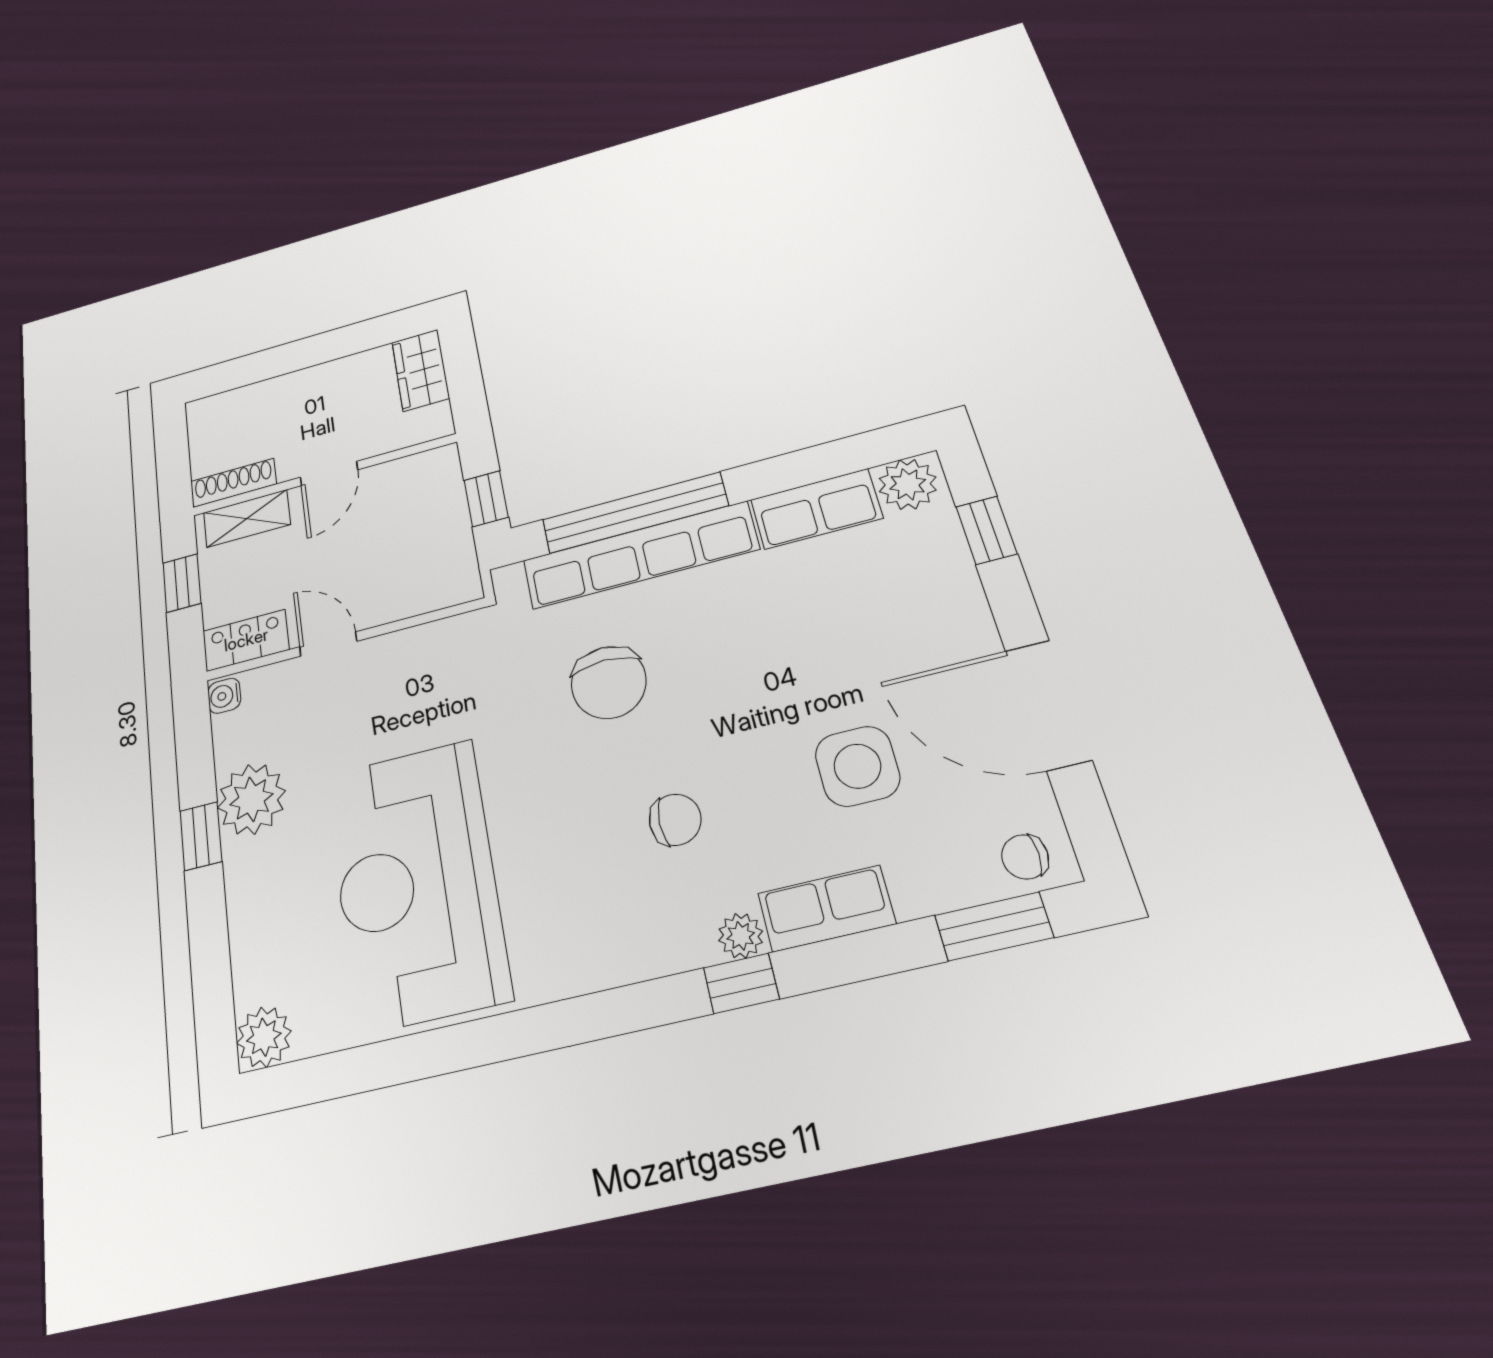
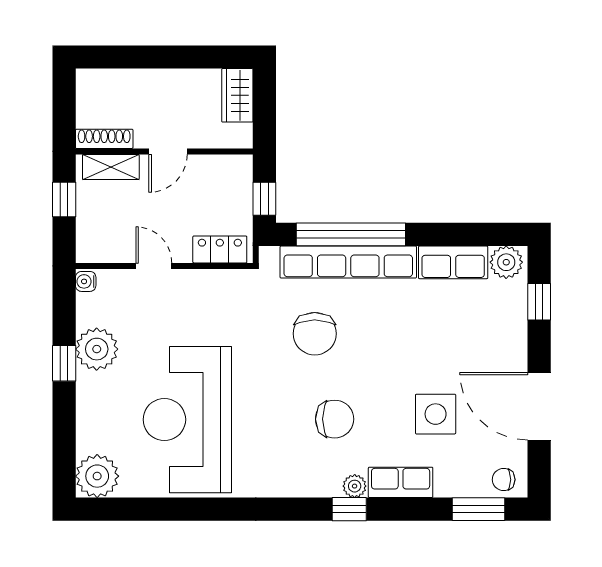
locker: (246, 640) -> (220, 249), moved
chair: (675, 820) -> (335, 419), width x1.37, depth x1.37
plant: (264, 1037) -> (97, 476), width x1.36, depth x1.36

